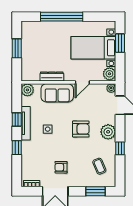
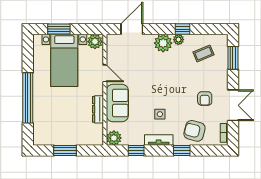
plant: (111, 88) -> (178, 40), moved
window: (17, 119) -> (136, 150), moved
tv unit: (26, 123) -> (159, 140), width x0.71
armchair: (81, 129) -> (194, 131), moved, turned -75

